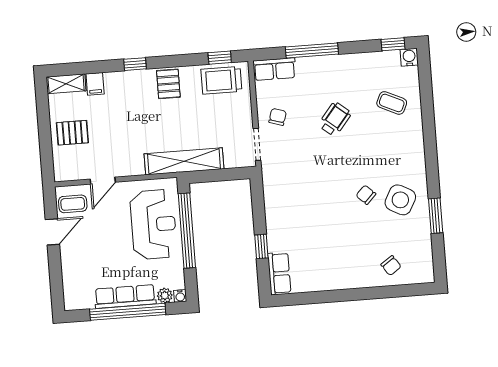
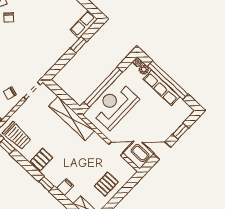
filing cabinet: (95, 84) -> (65, 187), moved
pallet: (72, 133) -> (106, 184), turned 90
window: (56, 273) -> (181, 131), added

